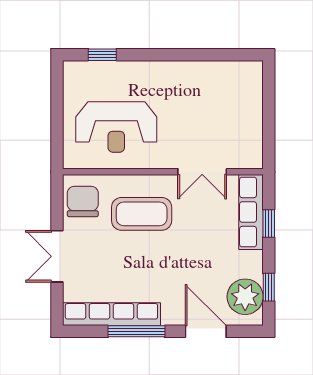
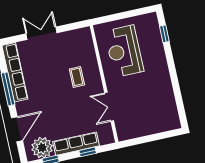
chair: (83, 201) -> (77, 41), removed
row of seats: (251, 212) -> (76, 144), moved
coffee table: (142, 214) -> (77, 77), width x0.54, depth x0.58

